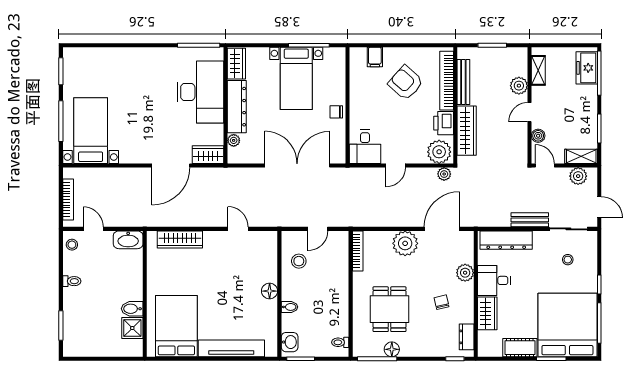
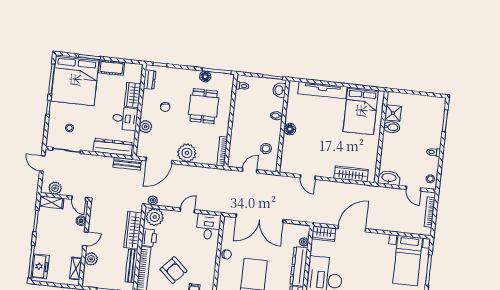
bench: (530, 220) -> (127, 164), moved

